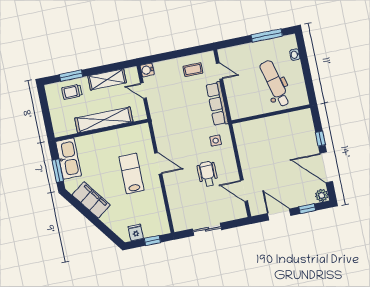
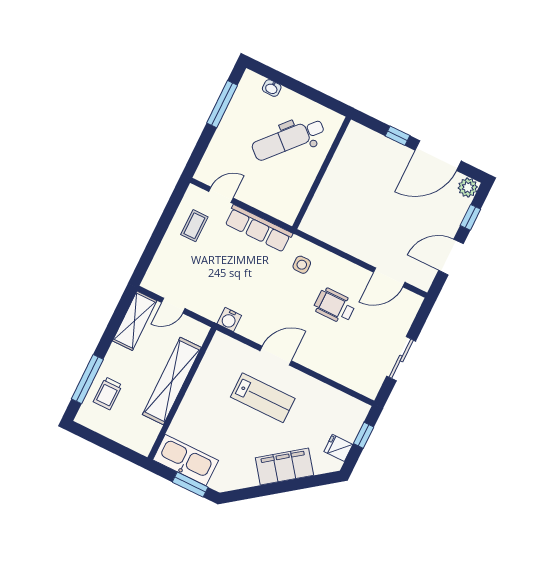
water cooler: (147, 70) -> (229, 320), moved
window: (71, 76) -> (87, 379), width x1.44
shelving: (107, 79) -> (135, 321), moved
dental chair: (275, 84) -> (288, 139), turned -34
lab bench: (131, 174) -> (263, 398), turned 180
filing cabinet: (91, 200) -> (284, 467), moved

